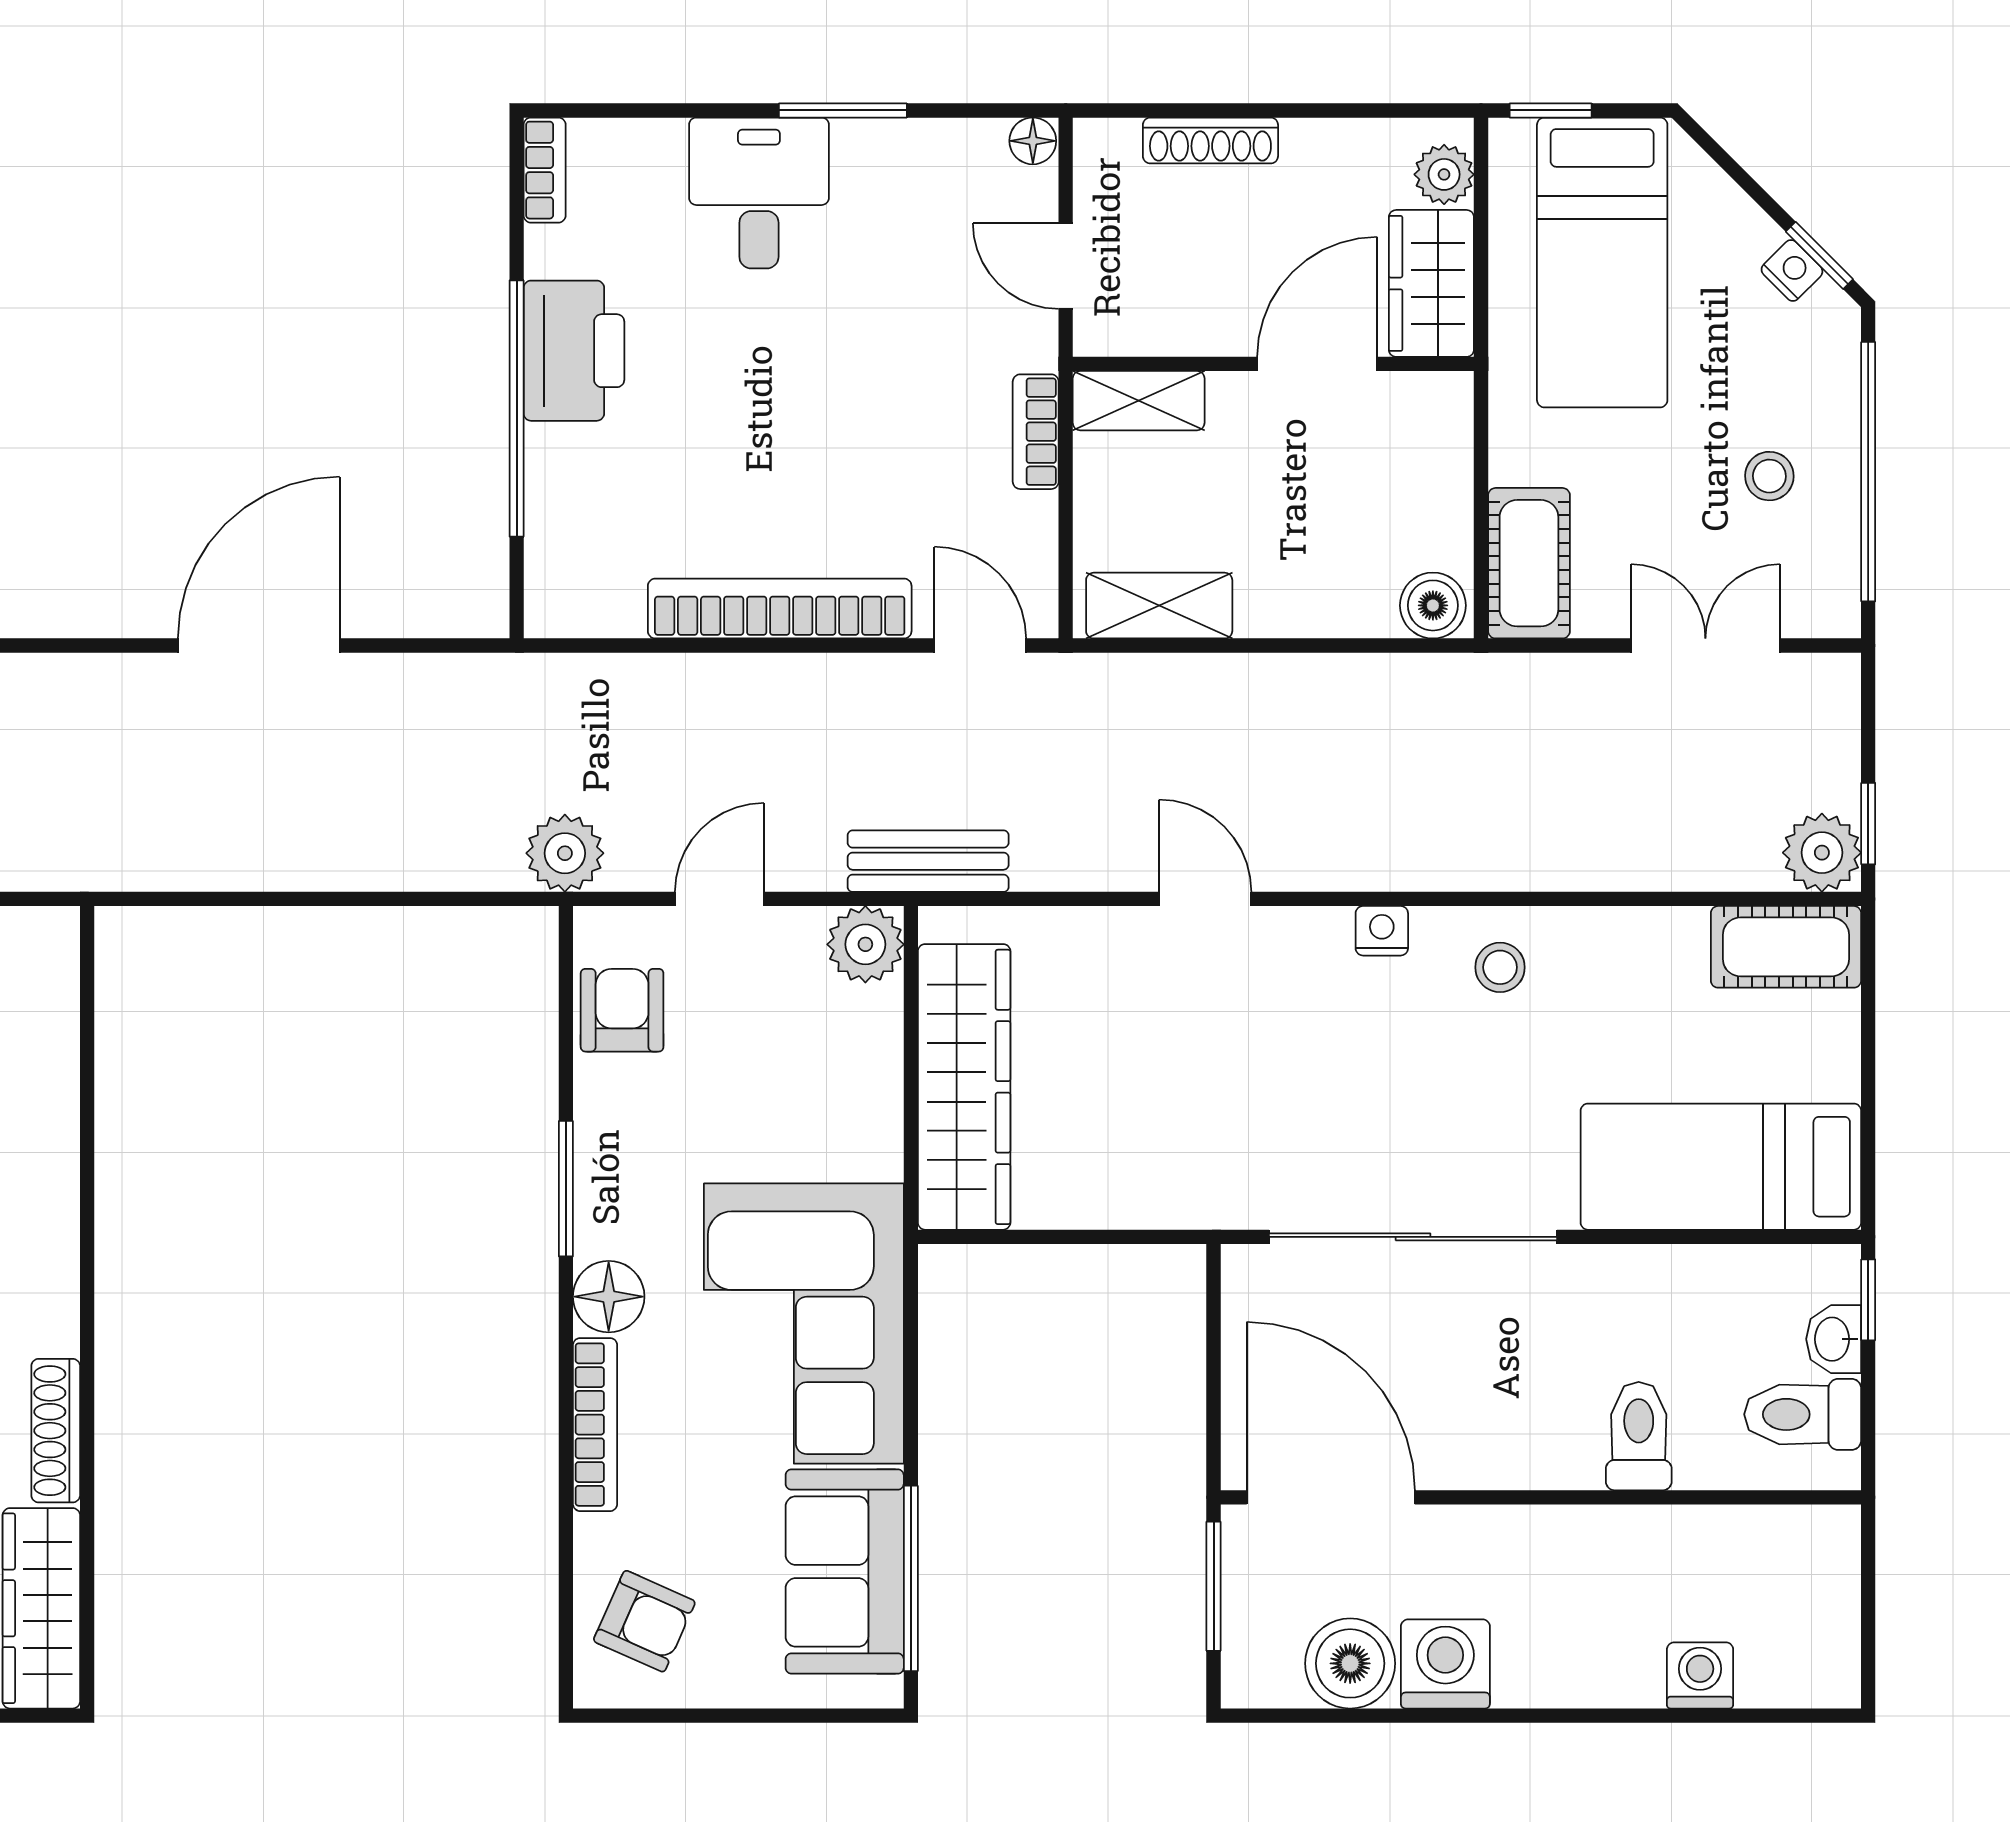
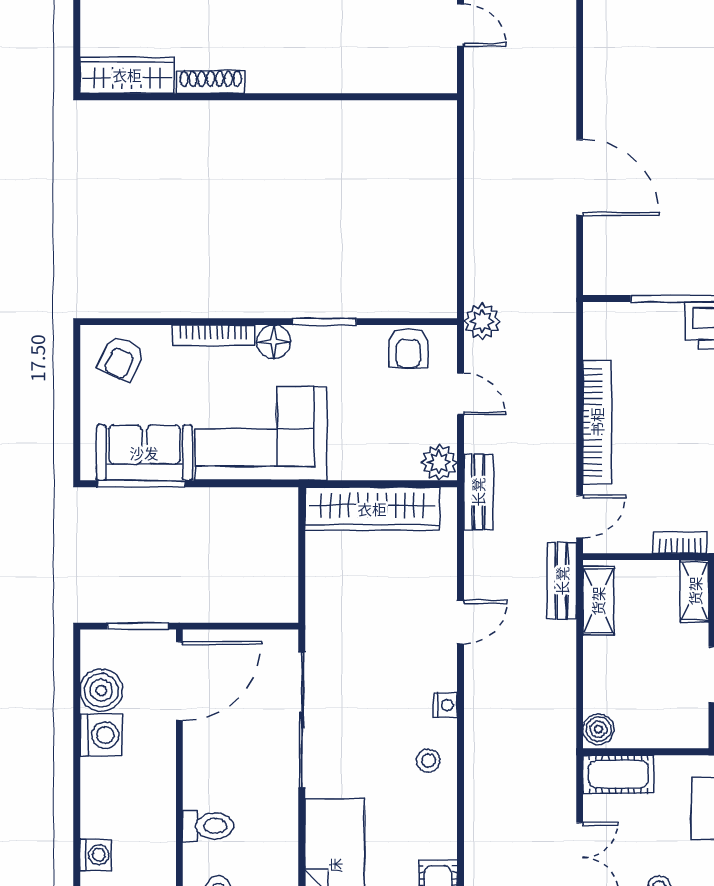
bench: (1117, 684) -> (562, 581), added
armchair: (622, 1010) -> (408, 348), turned 90

